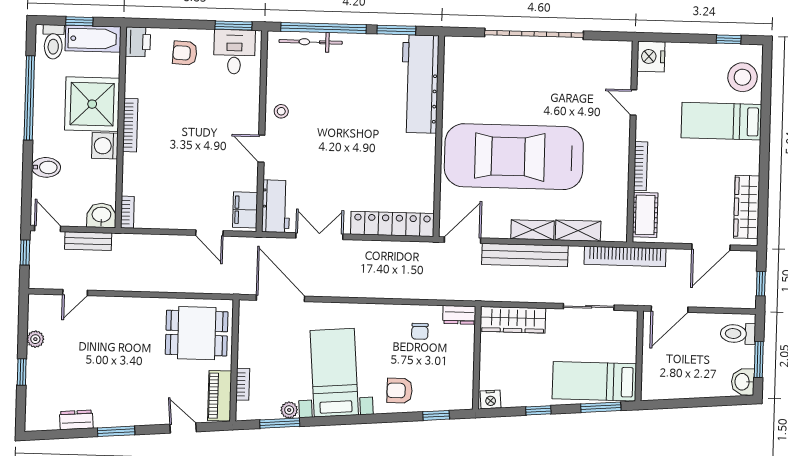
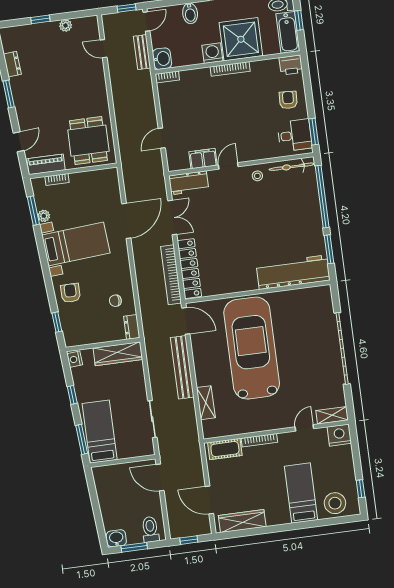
bicycle: (311, 42) -> (292, 167), moved, turned -90
filing cabinet: (245, 210) -> (203, 159), moved
shelving: (532, 230) -> (332, 415), moved, turned 90
bookcase: (625, 256) -> (171, 275), moved
door: (280, 298) -> (126, 221), moved
wardrobe: (513, 320) -> (118, 354), moved, turned -90

